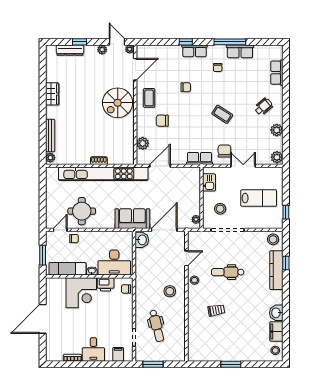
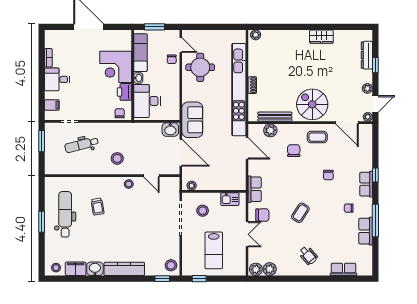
plant: (277, 130) -> (270, 269), moved
bench: (50, 136) -> (275, 117), moved
window: (286, 263) -> (162, 279), moved
kitchen counter: (276, 270) -> (124, 269), moved
dental chair: (228, 272) -> (65, 214), moved, width x1.36, depth x1.38

